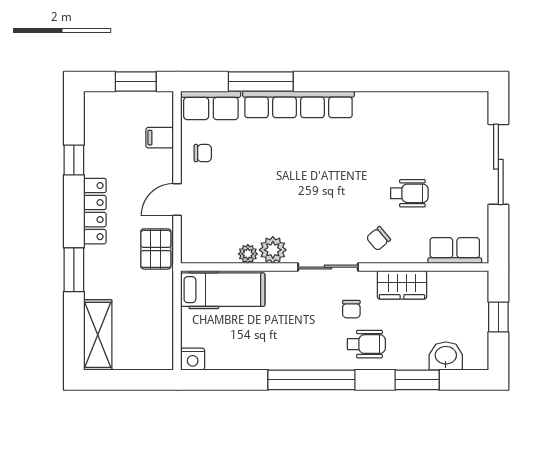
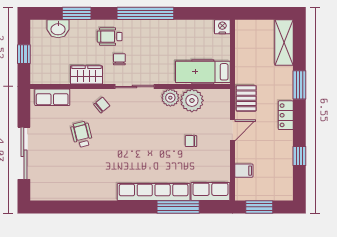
chair: (203, 153) -> (191, 141), moved
wheelchair: (409, 193) -> (82, 134), turned 76
locker: (95, 211) -> (286, 115), width x0.66
plant: (248, 254) -> (192, 100), width x1.88, depth x1.88

